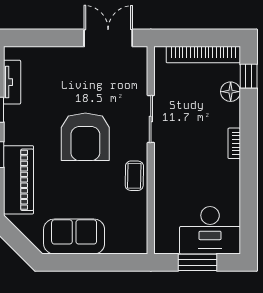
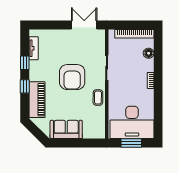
window: (249, 76) -> (158, 45), removed
desk: (210, 230) -> (132, 122), width x1.36, depth x1.30

